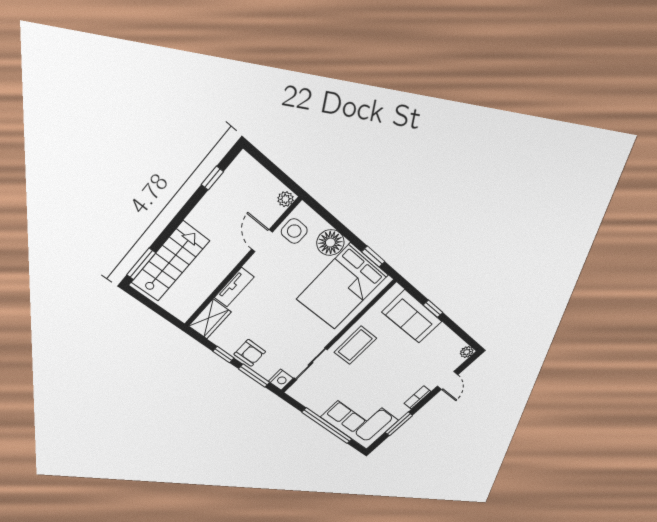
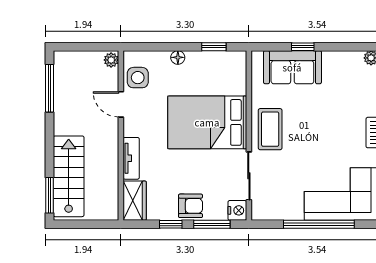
window: (212, 178) -> (49, 88), width x2.17
floor lamp: (330, 243) -> (178, 57), width x0.53, depth x0.53
bed: (342, 287) -> (207, 122), moved, turned 90

